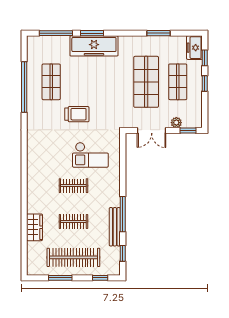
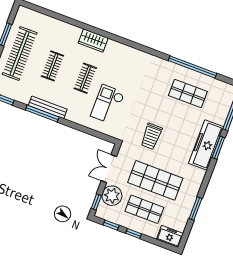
window: (205, 58) -> (111, 225), moved
trolley: (77, 114) -> (151, 136), moved
plant: (176, 123) -> (112, 196), width x1.87, depth x1.87
wardrobe: (34, 227) -> (93, 41), moved
bench: (115, 227) -> (48, 107), moved

